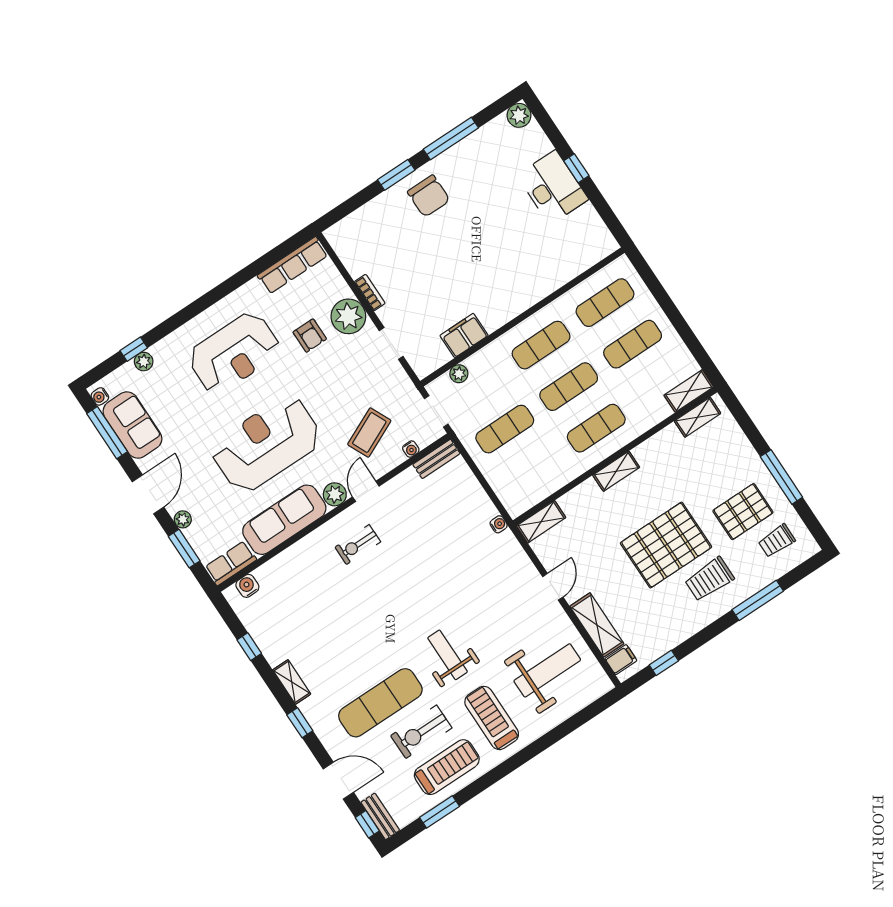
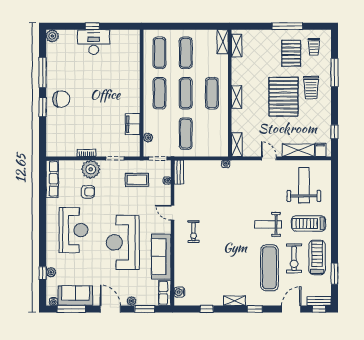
coffee table: (369, 433) -> (137, 180), moved, turned -65
plant: (335, 494) -> (165, 227), removed

